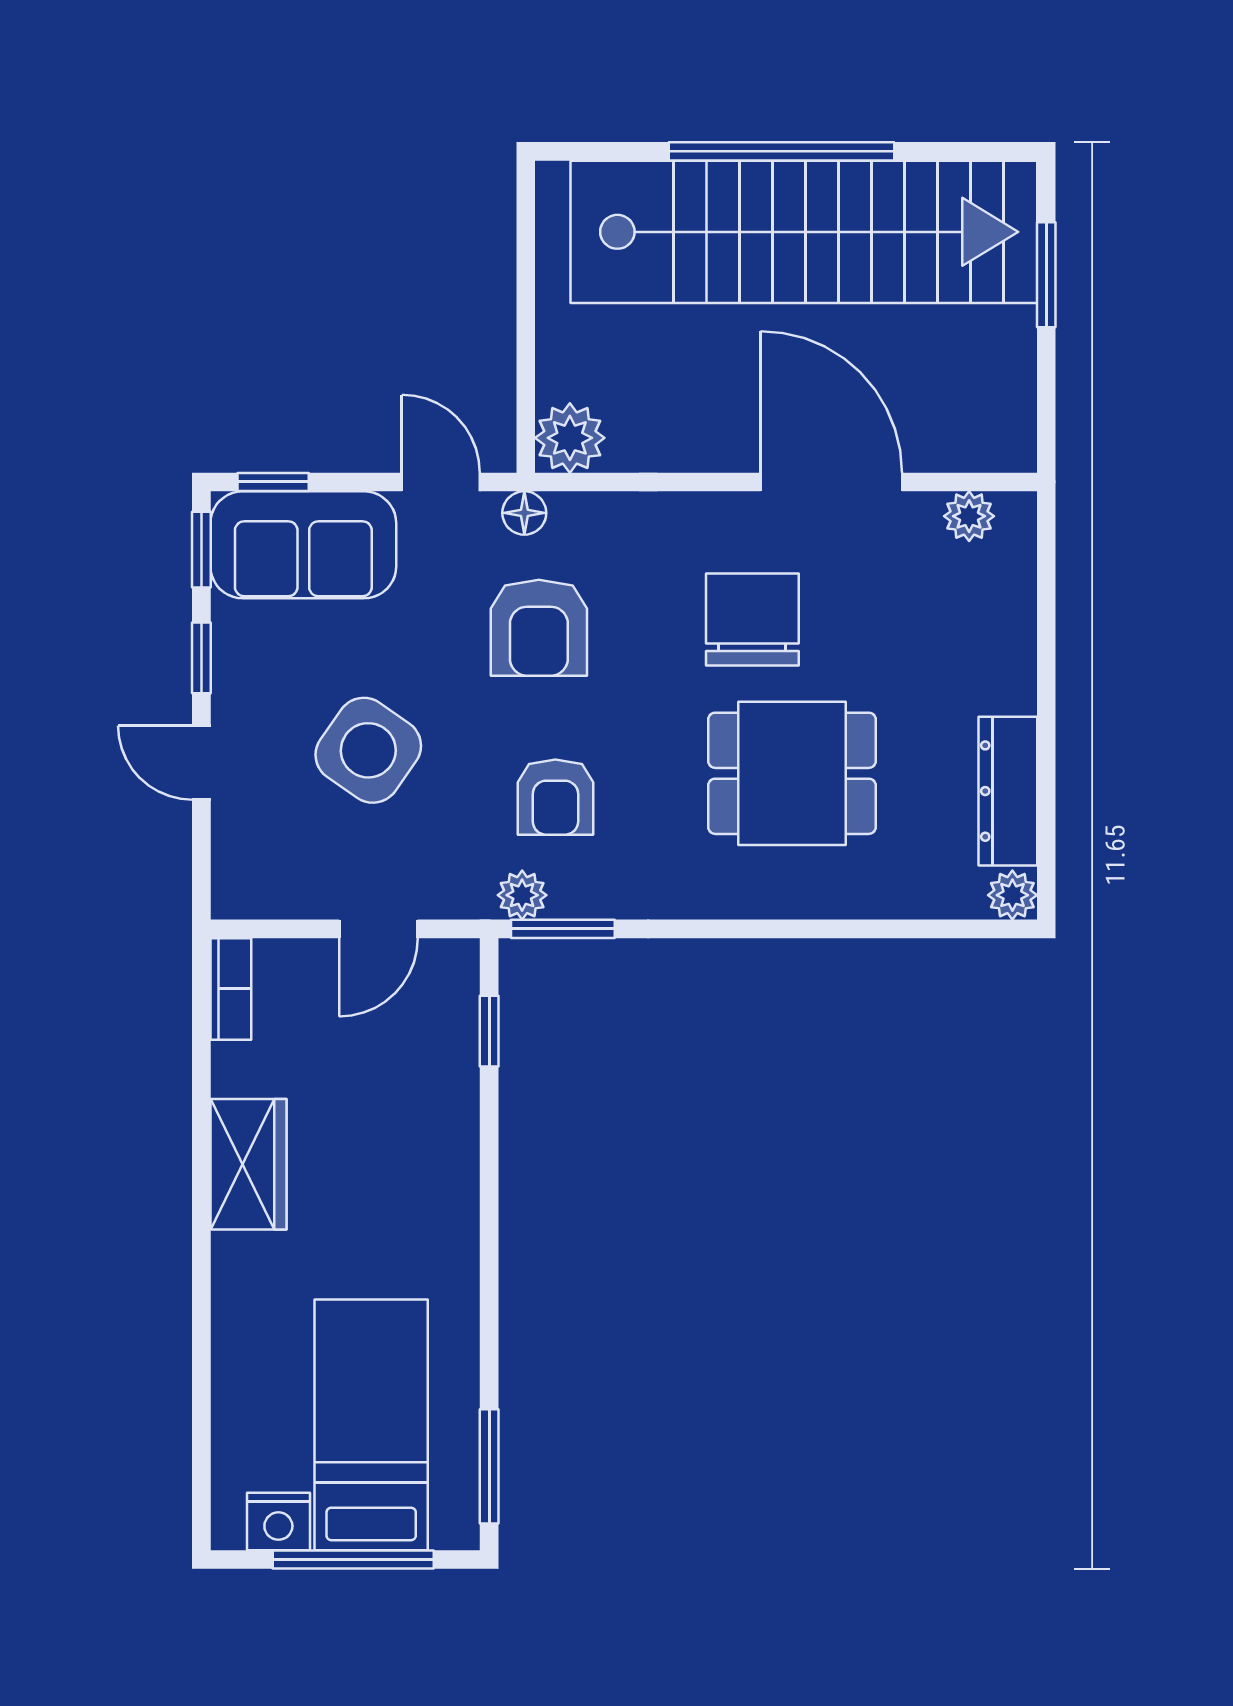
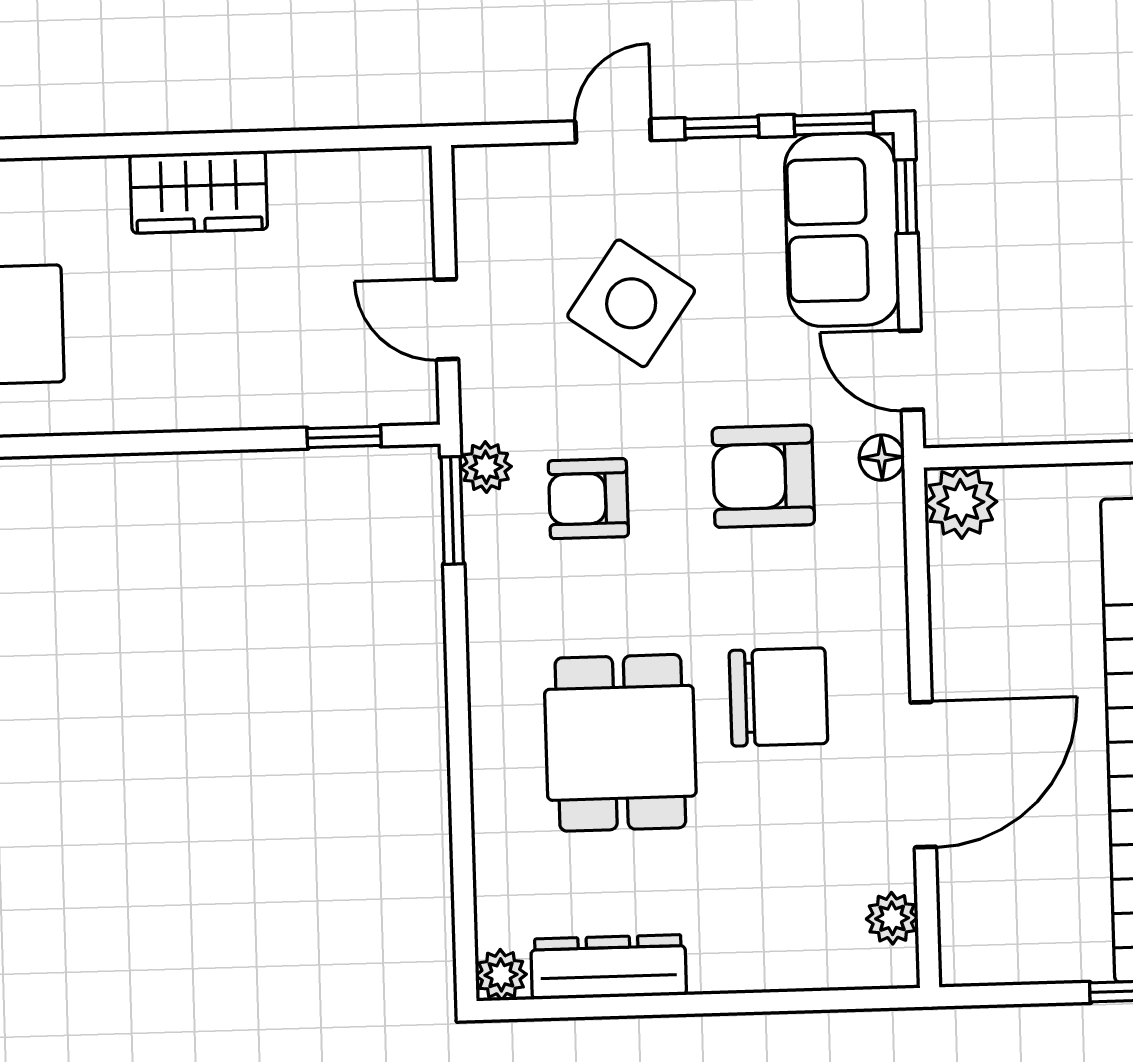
door: (441, 482) -> (911, 370), swing flipped
bookcase: (231, 989) -> (380, 168), removed

